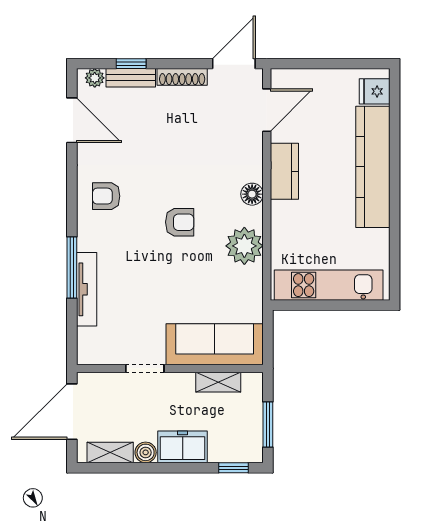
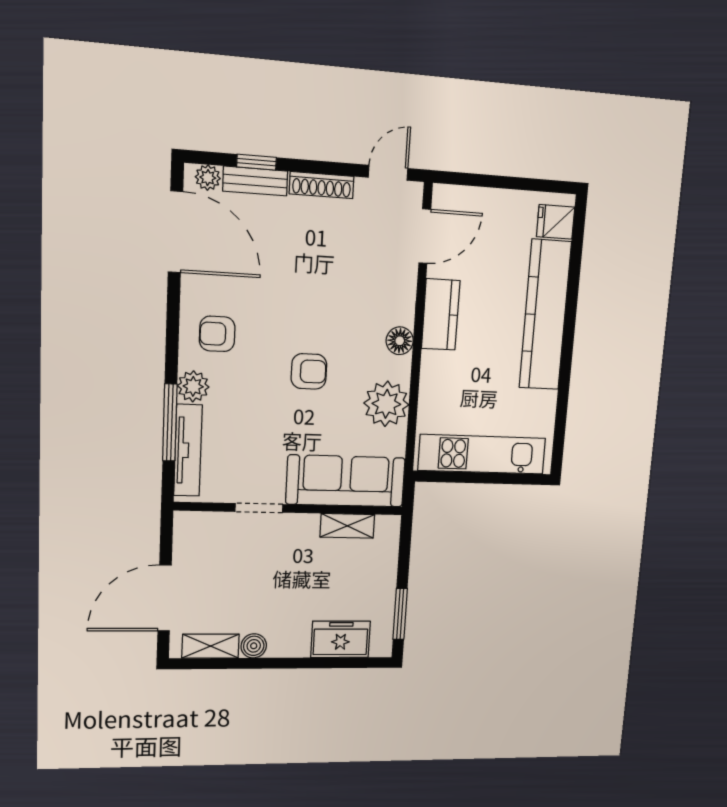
door: (234, 64) -> (388, 173), width x0.73
door: (72, 120) -> (175, 232), width x1.36
plant: (89, 238) -> (193, 386), added
sofa: (215, 344) -> (346, 481), moved
doorway: (145, 368) -> (259, 508), moved
wall: (170, 368) -> (290, 509), moved
shelving: (218, 382) -> (347, 526), moved
freezer: (183, 447) -> (341, 639), moved
window: (234, 468) -> (357, 663), removed

